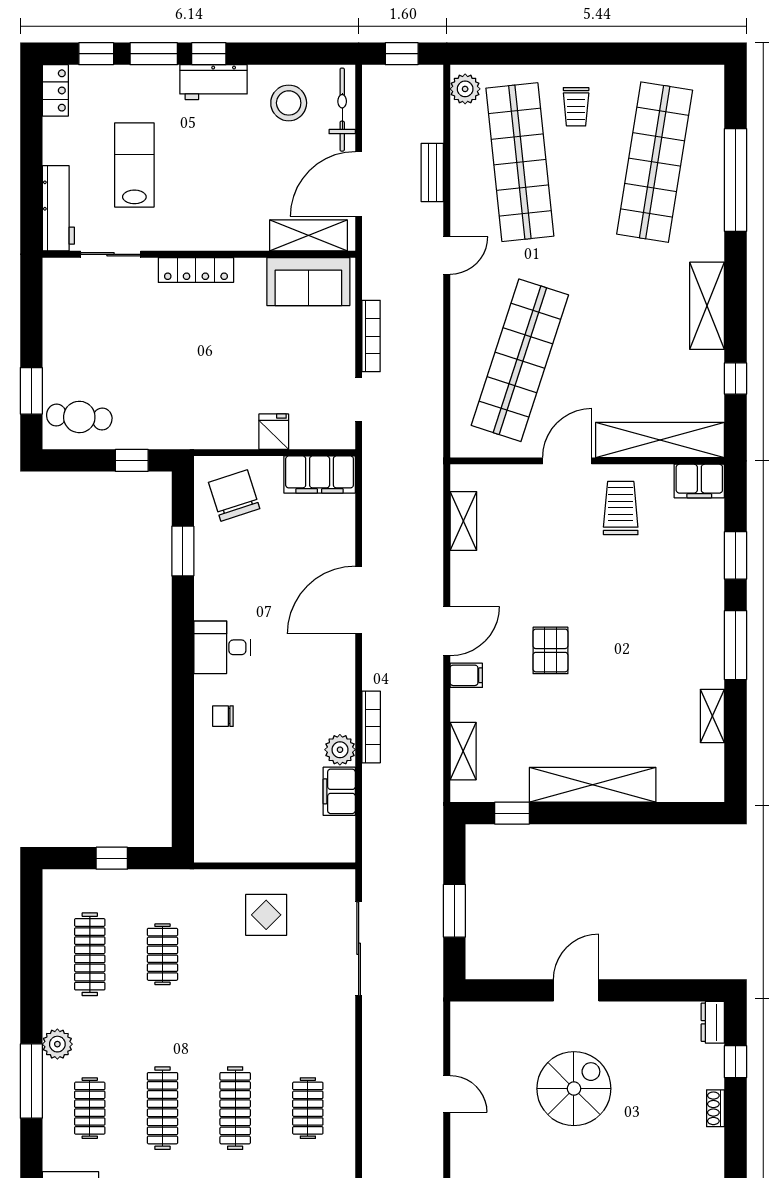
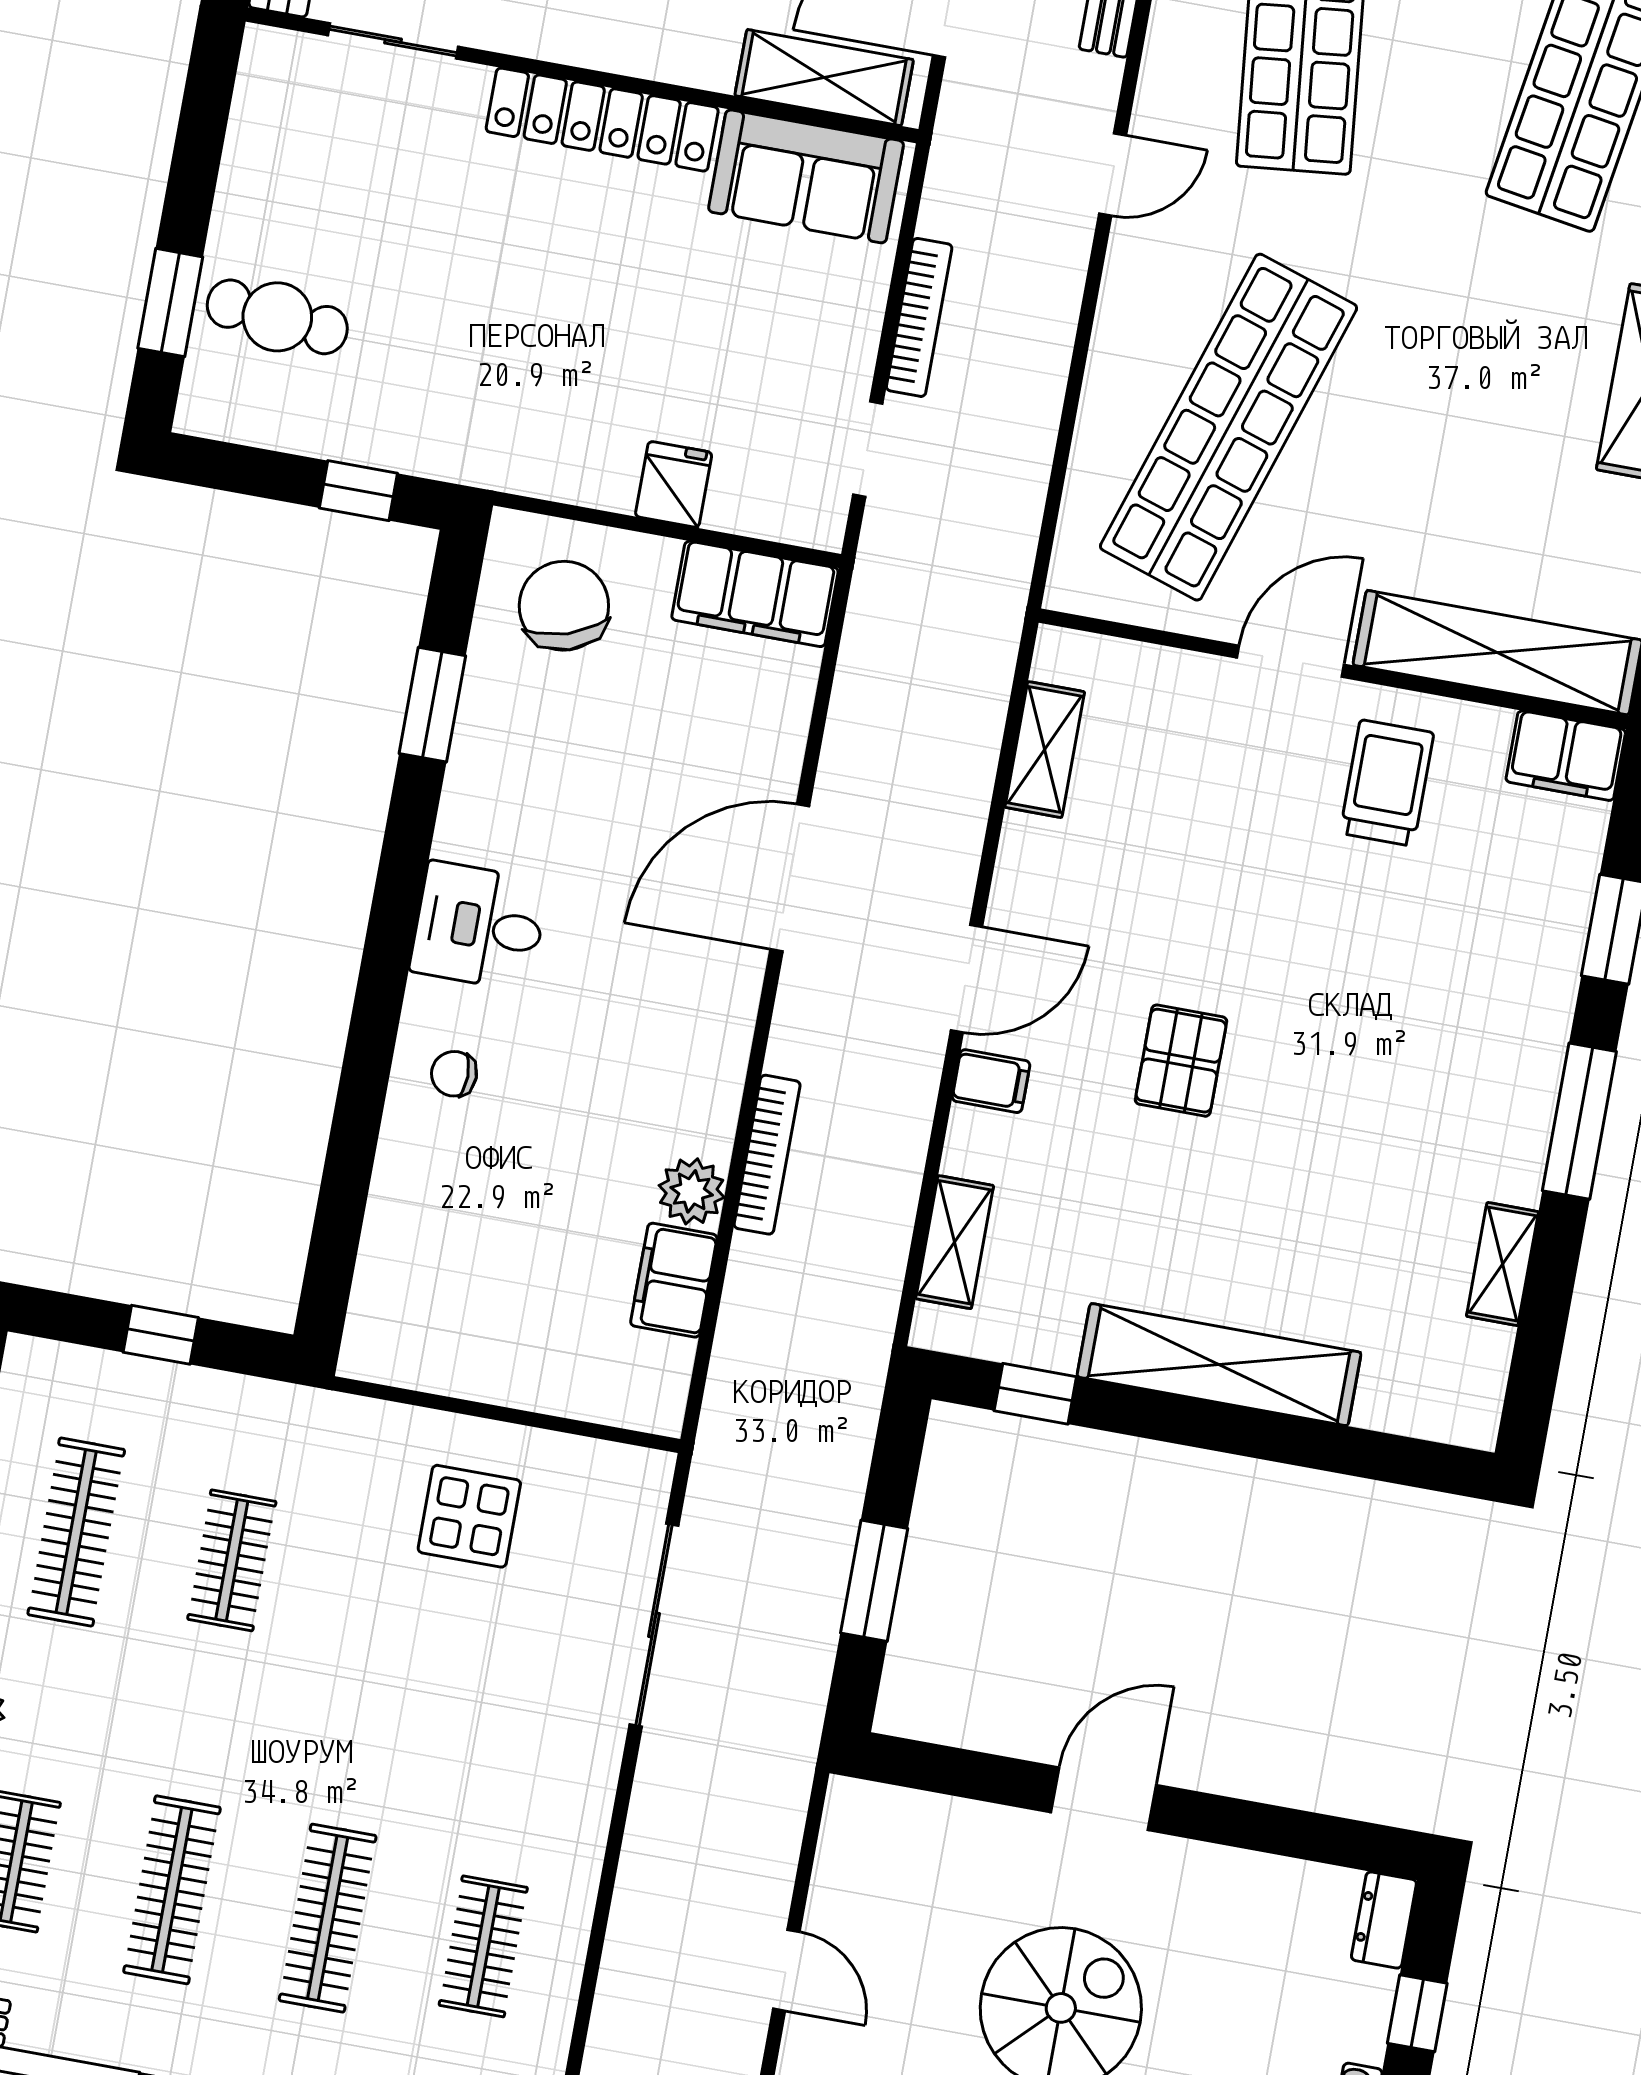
locker: (196, 270) -> (602, 120), width x1.41, depth x1.21
cafe table: (79, 417) -> (277, 317), moved

